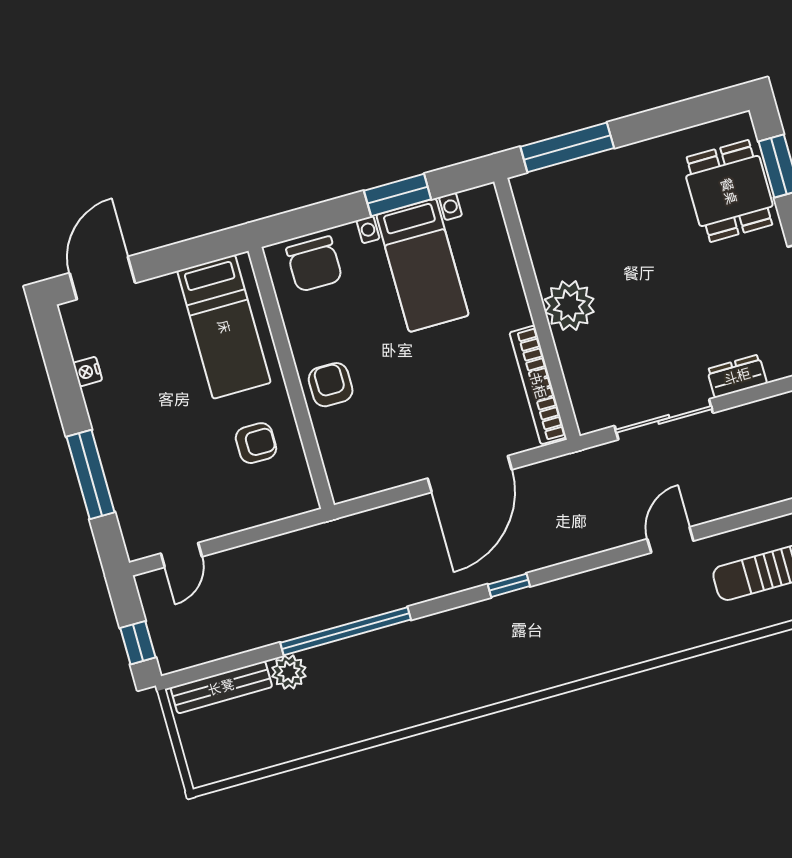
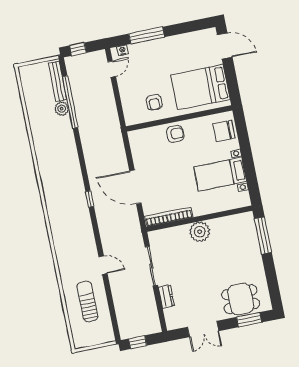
window: (398, 195) -> (249, 166), removed
bed: (224, 327) -> (200, 87), width x1.50
nightstand: (88, 372) -> (123, 50), moved
door: (181, 555) -> (112, 69), swing flipped
window: (346, 631) -> (70, 102), moved

